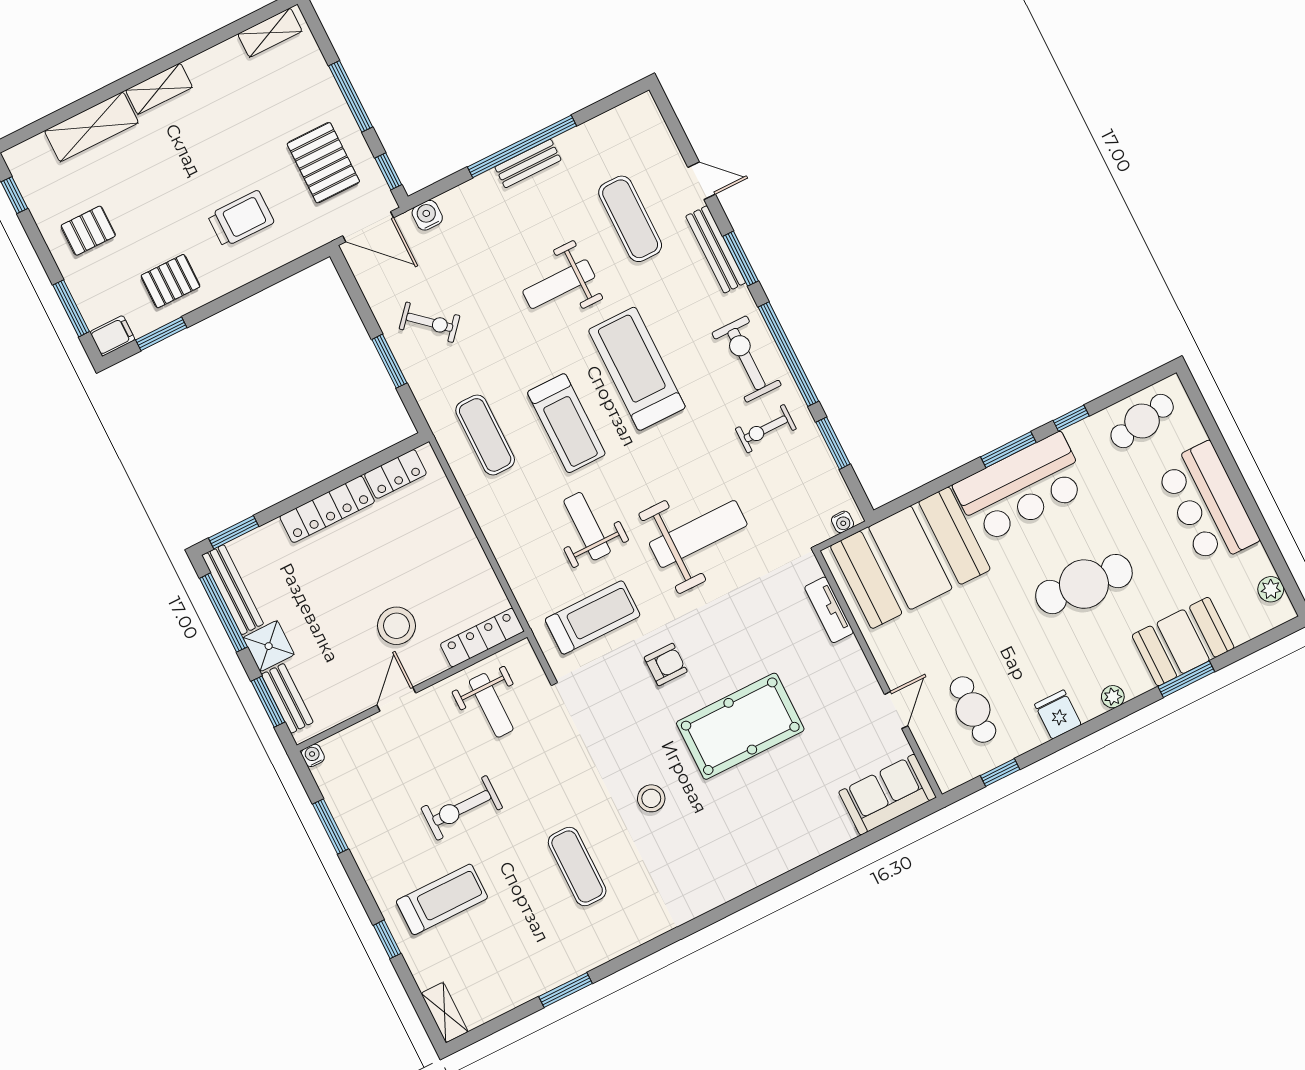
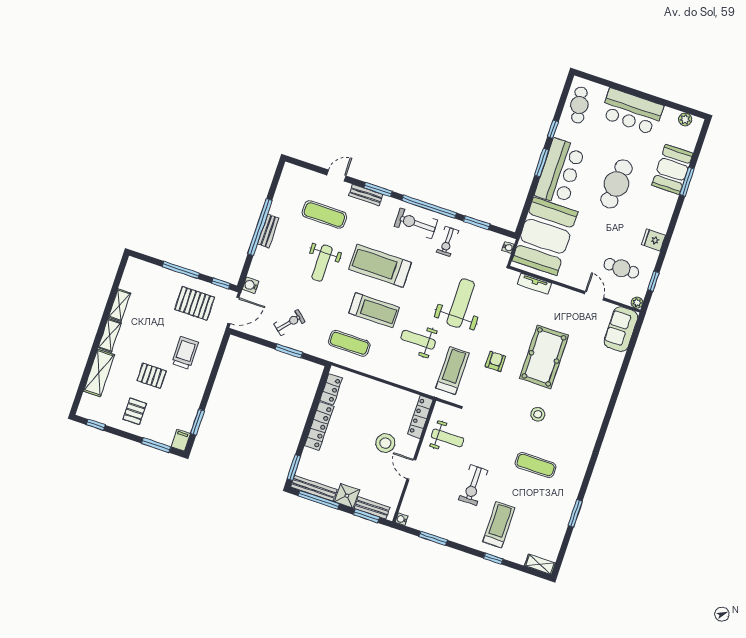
shelving: (270, 33) -> (119, 305), moved
bench: (716, 249) -> (366, 195), width x0.73
pallet: (171, 281) -> (152, 376), moved, turned 90
plant: (1113, 697) -> (637, 303), moved

